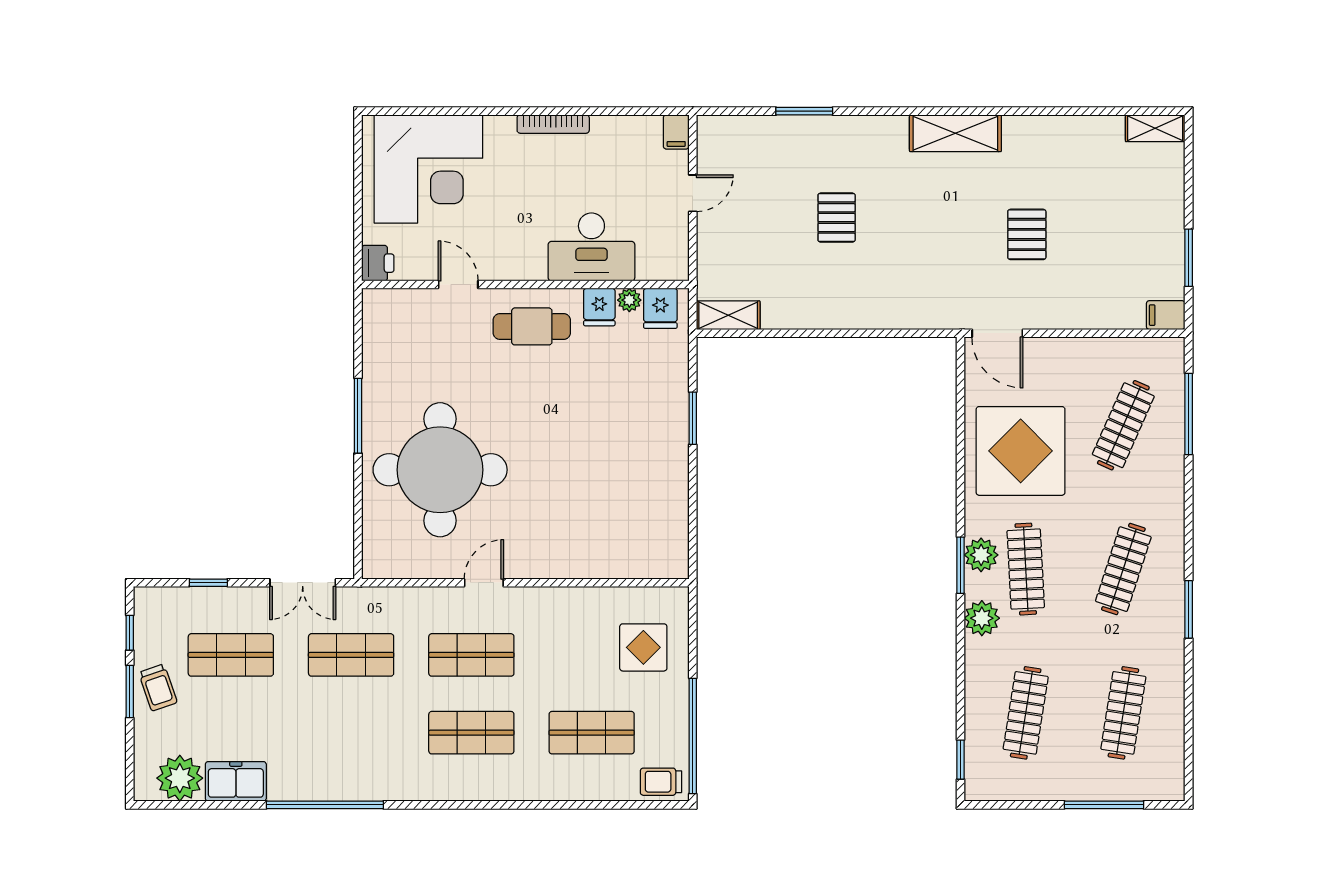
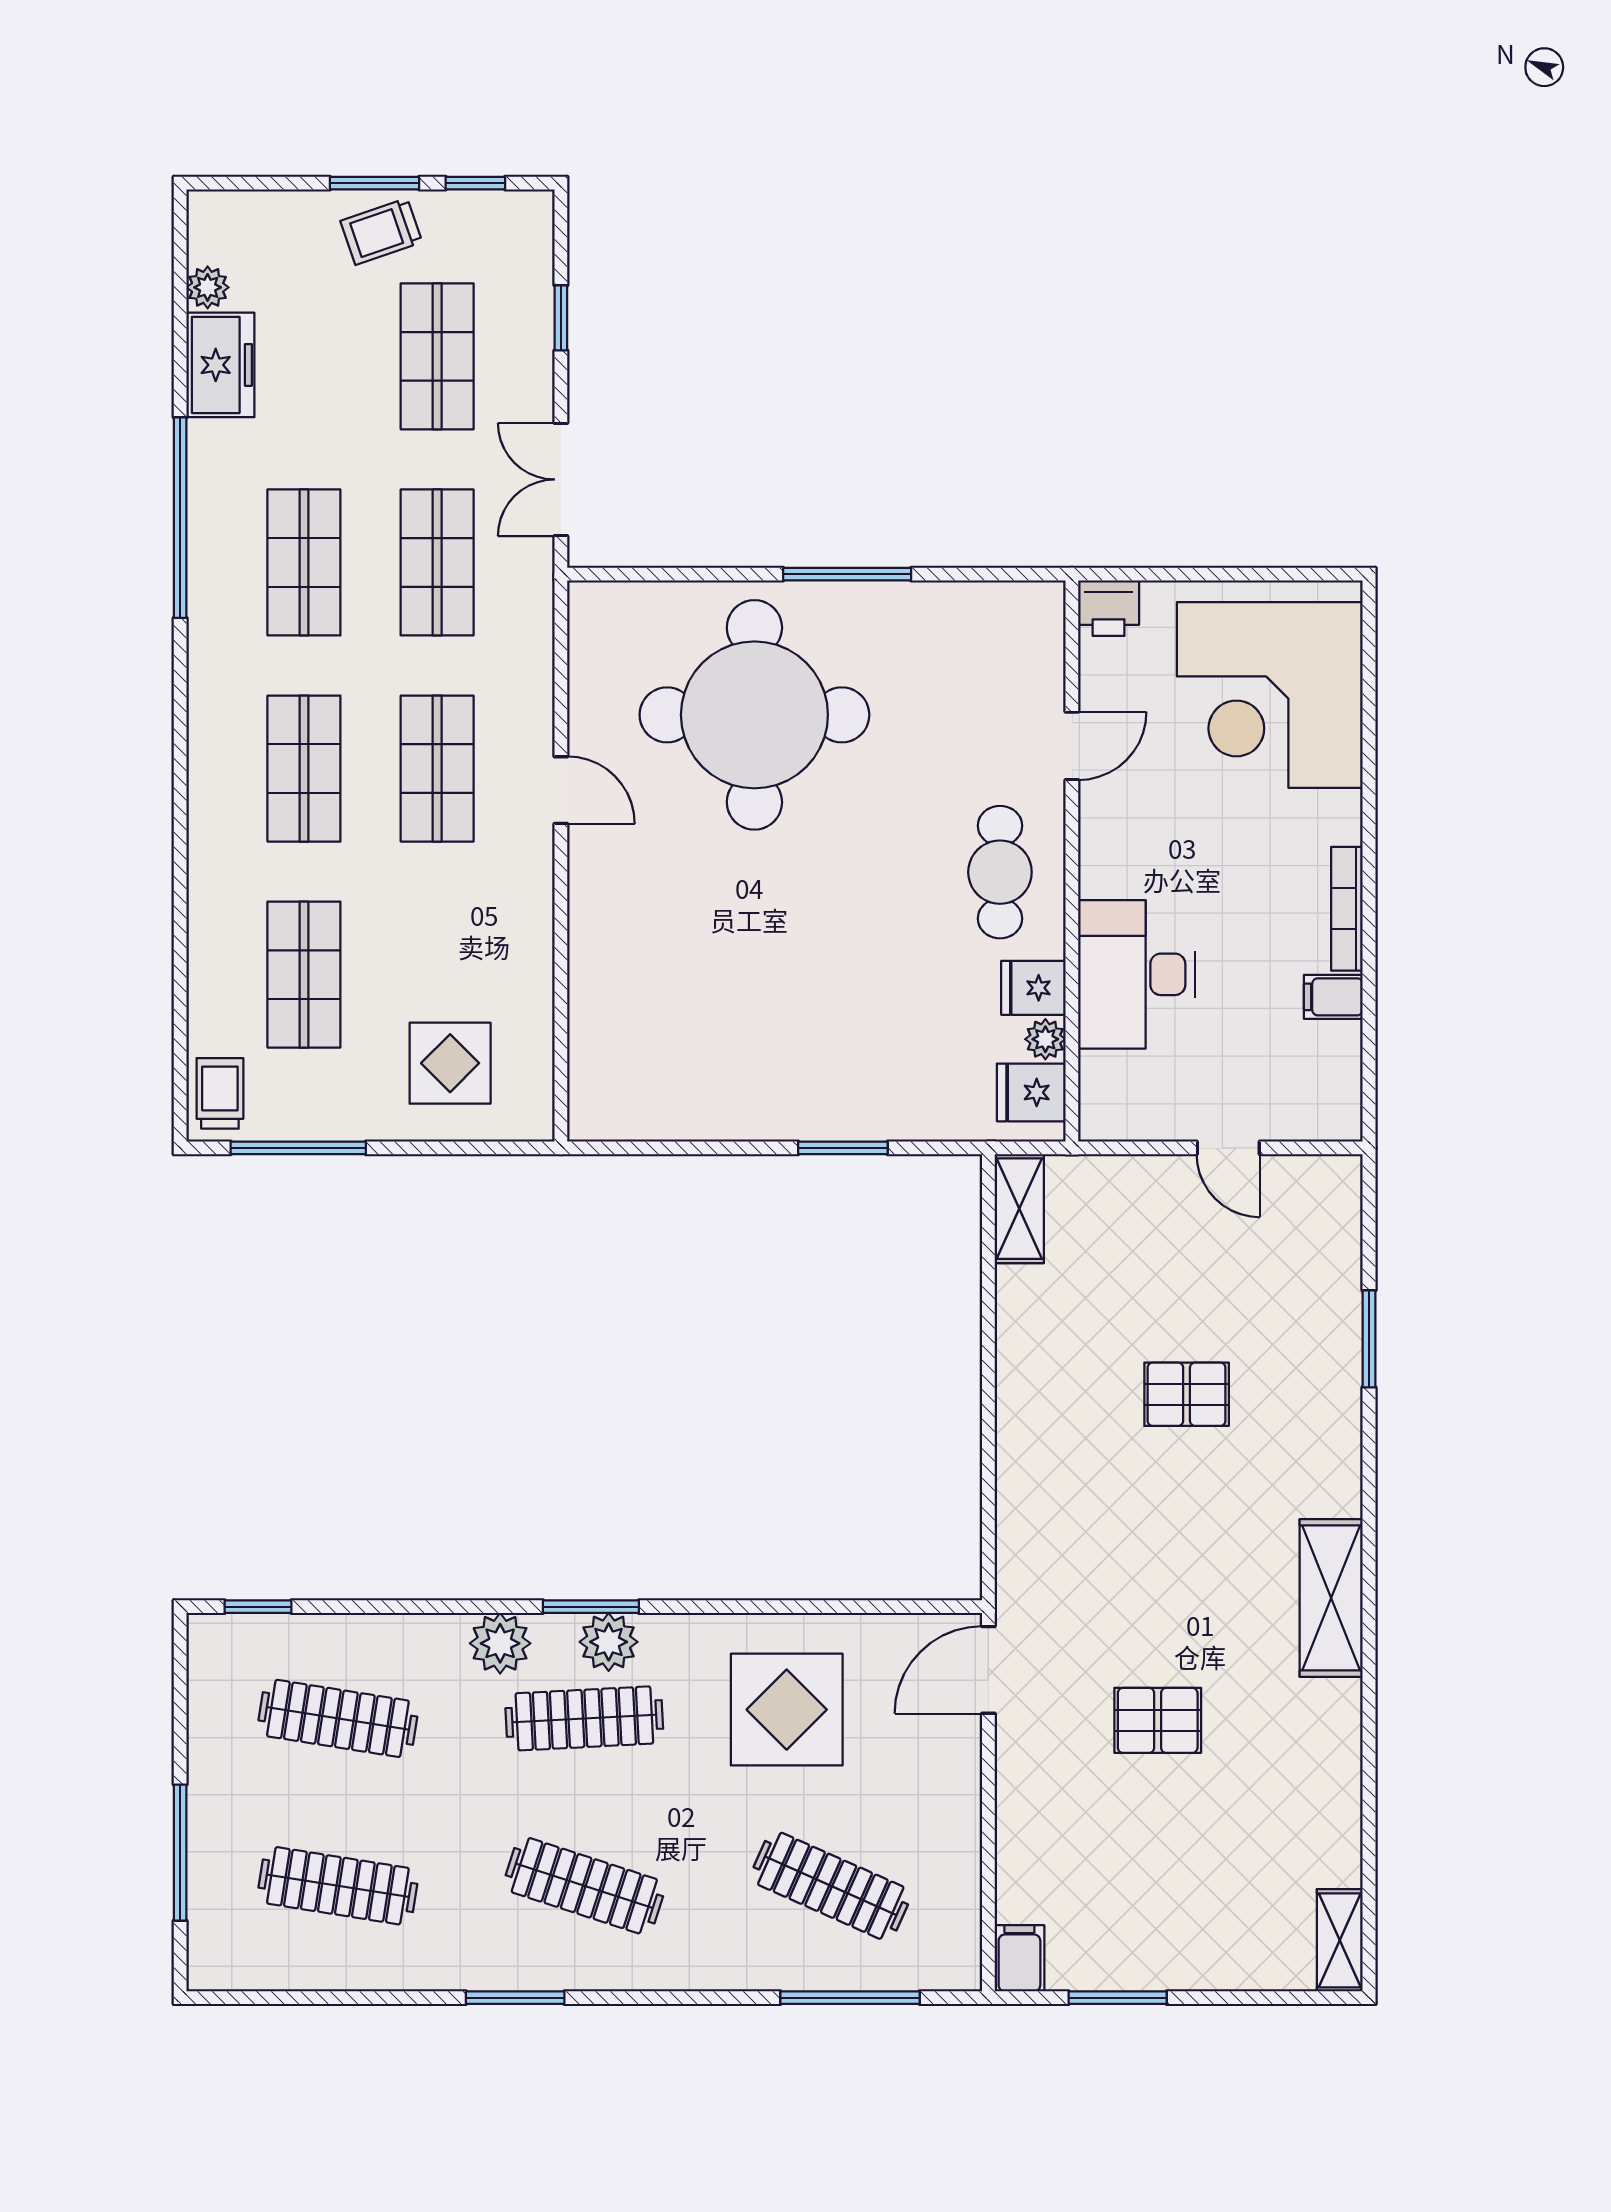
filing cabinet: (676, 132) -> (1333, 997), moved
display table: (1021, 451) -> (787, 1710), width x0.73, depth x0.73
shop shelf: (351, 733) -> (304, 562), added
window: (693, 736) -> (298, 1148), width x0.68
plant: (180, 778) -> (208, 287), width x0.53, depth x0.53

